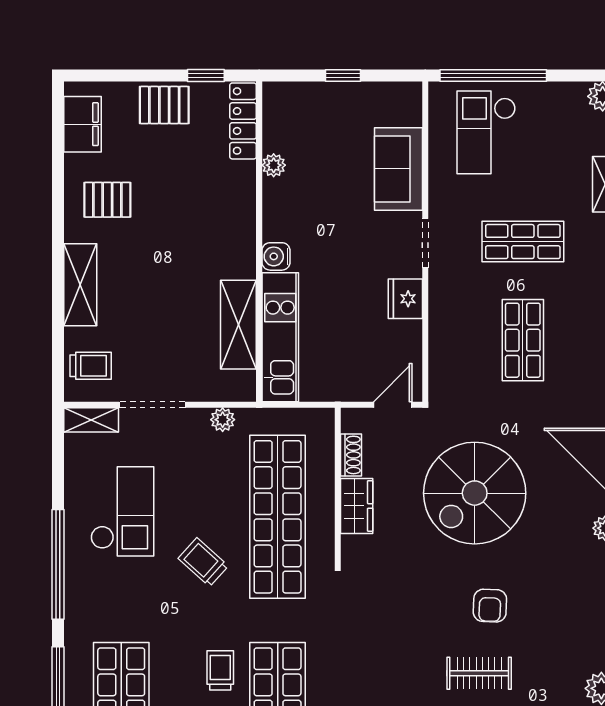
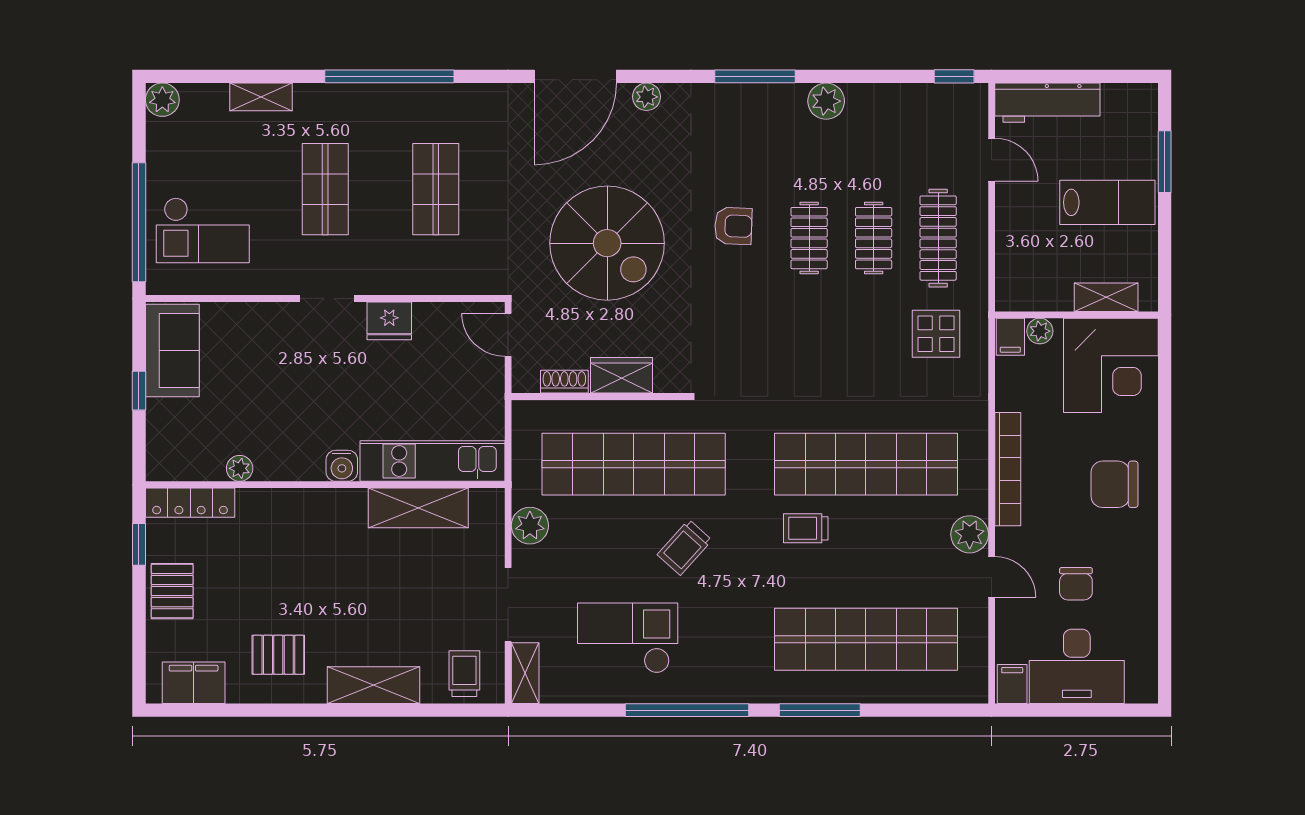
sofa: (398, 169) -> (172, 351), moved, turned -90
pallet: (107, 200) -> (278, 655), turned 90
shop shelf: (523, 340) -> (436, 189), turned 90
plant: (223, 420) -> (530, 526), width x1.38, depth x1.38

